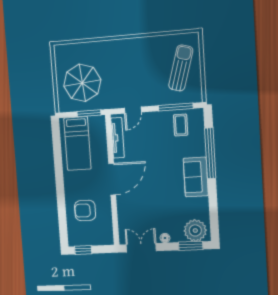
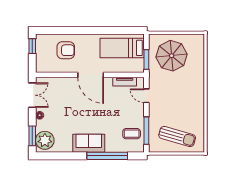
tv unit: (117, 138) -> (125, 82), width x0.71
armchair: (85, 210) -> (66, 50), turned 90

